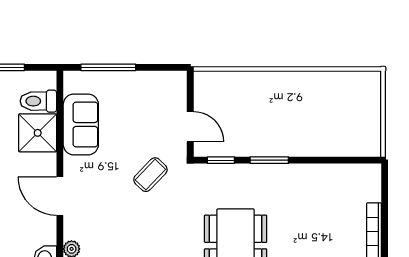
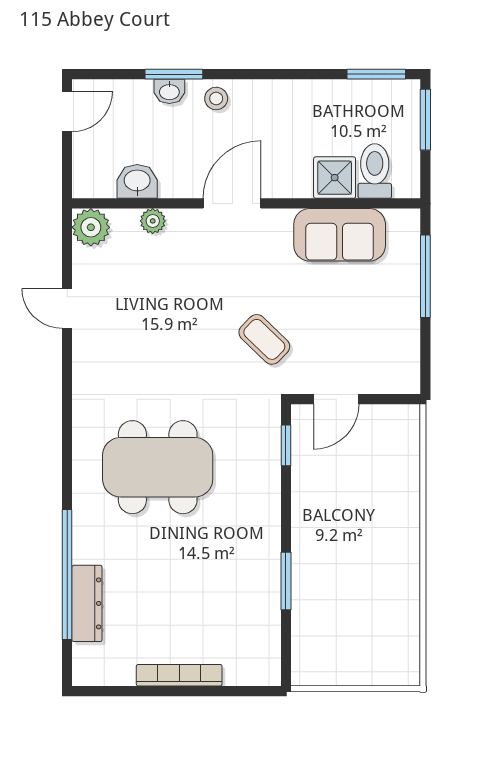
shower: (38, 133) -> (335, 178), width x0.73, depth x0.73
window: (269, 160) -> (286, 581), moved

